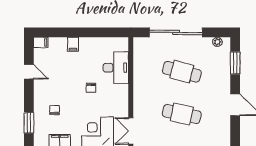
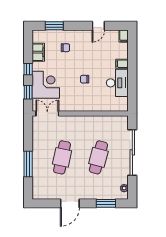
desk: (116, 68) -> (117, 83), moved, turned -90

